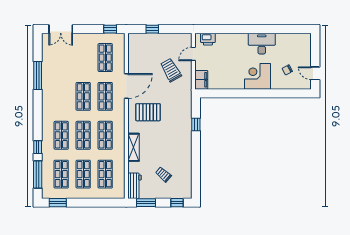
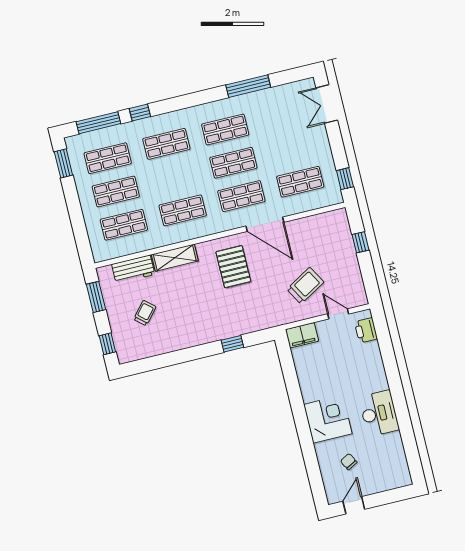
shop shelf: (83, 135) -> (225, 130), moved
workbench: (134, 186) -> (133, 269), moved

